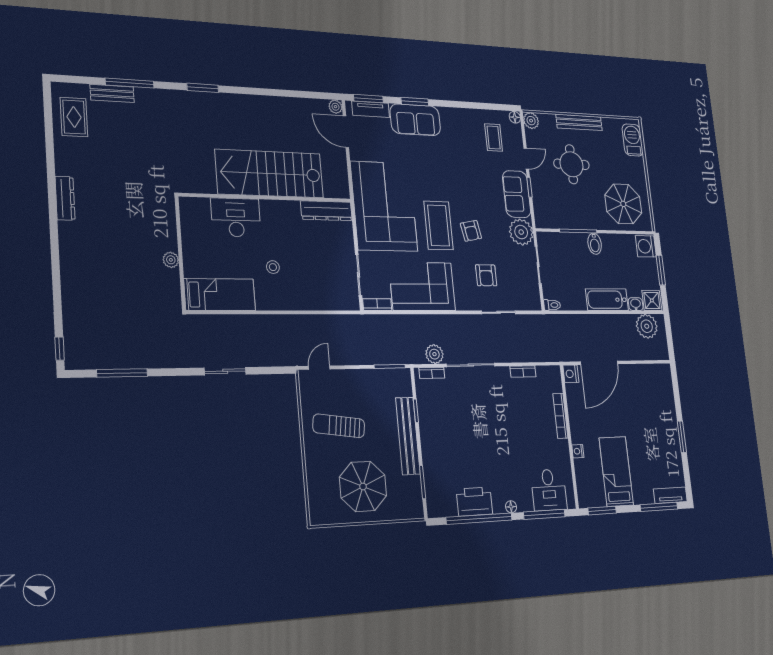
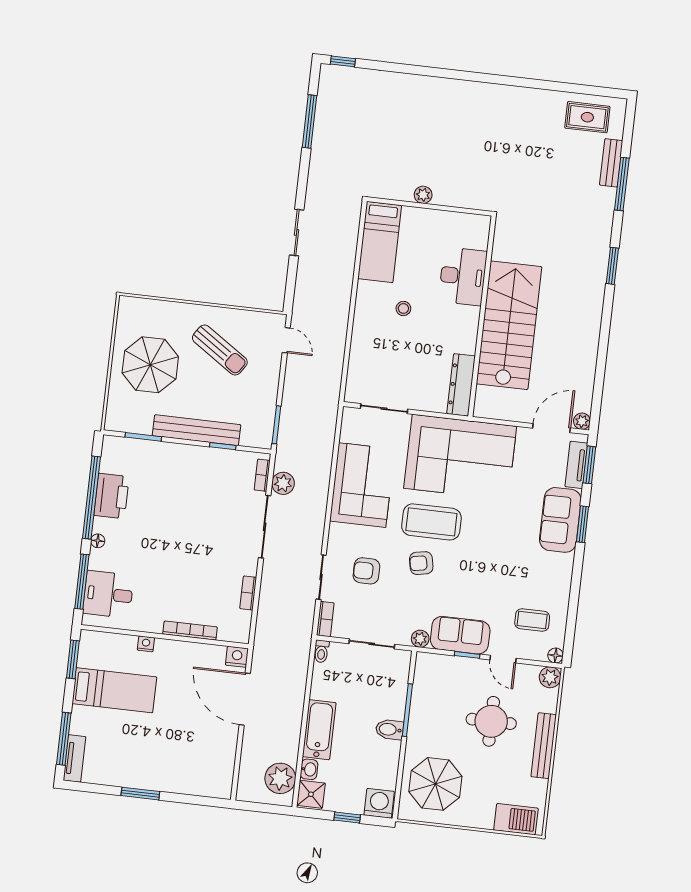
dresser: (65, 198) -> (500, 93), removed
plant: (521, 232) -> (420, 639), width x0.53, depth x0.53
window: (661, 270) -> (347, 817), width x0.67
bookcase: (377, 305) -> (325, 619), moved
sun lounger: (339, 426) -> (220, 350), turned 116

